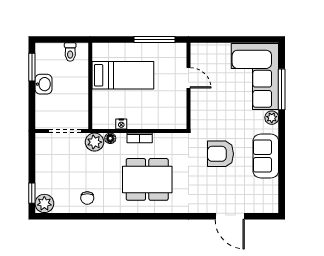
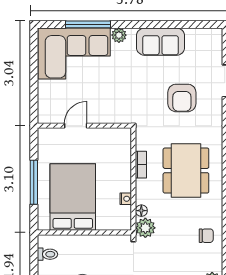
window: (155, 39) -> (34, 182), moved
bed: (123, 75) -> (73, 197), width x1.50
bookcase: (140, 138) -> (141, 165), moved
armchair: (220, 154) -> (182, 98), moved

